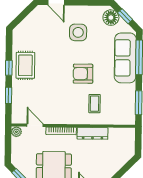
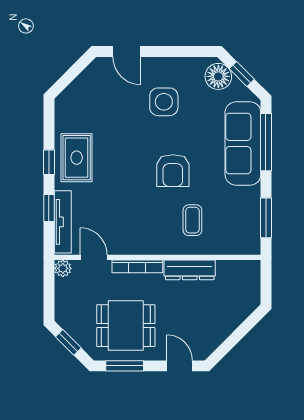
armchair: (83, 74) -> (173, 171), turned -90
tv unit: (17, 104) -> (63, 222), added

